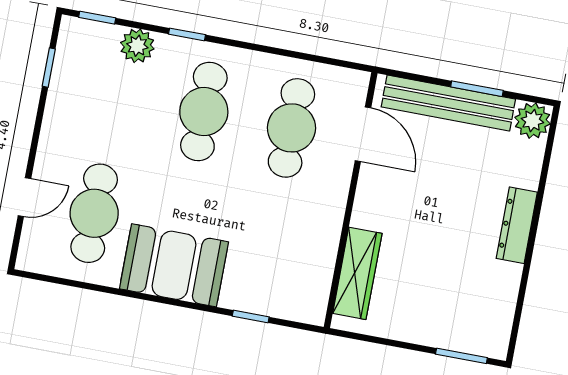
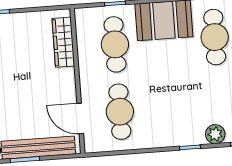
cafe table: (204, 112) -> (115, 44), moved

